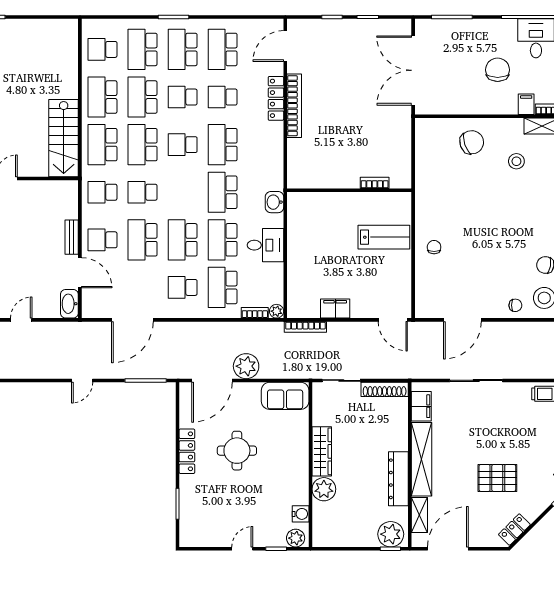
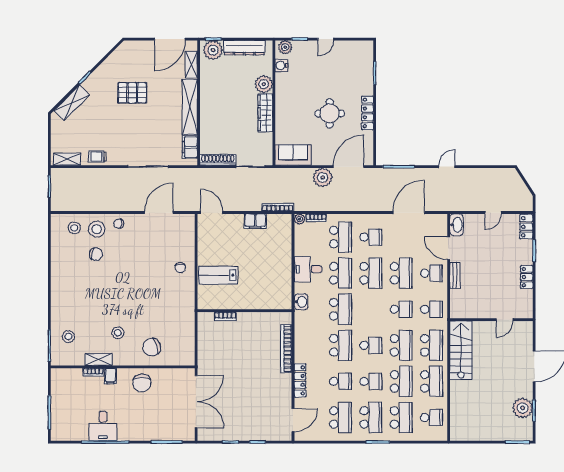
chair: (498, 70) -> (142, 383), moved
bookcase: (294, 106) -> (286, 349), moved
dresser: (398, 479) -> (244, 48), moved, turned 90
locker: (514, 530) -> (119, 54), removed

